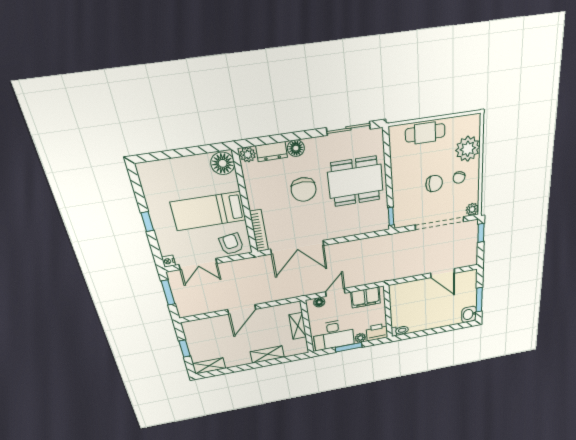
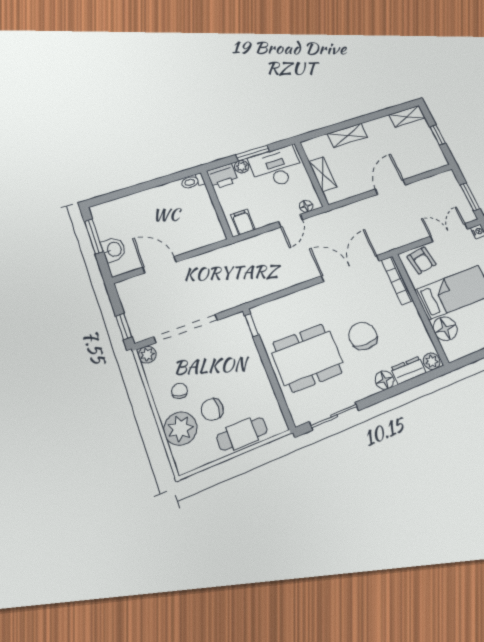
floor lamp: (223, 163) -> (445, 329), moved
chair: (434, 183) -> (212, 409), moved
filing cabinet: (366, 297) -> (243, 222), width x0.50
washbasin: (469, 314) -> (114, 250), moved

